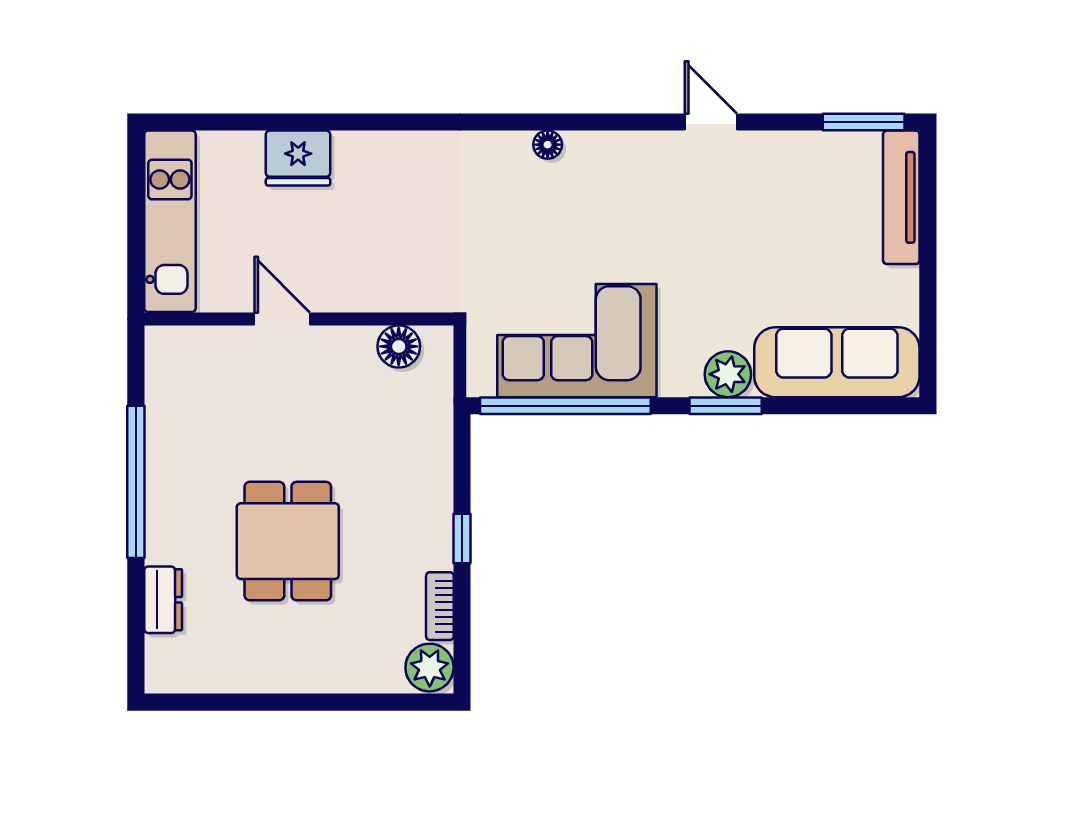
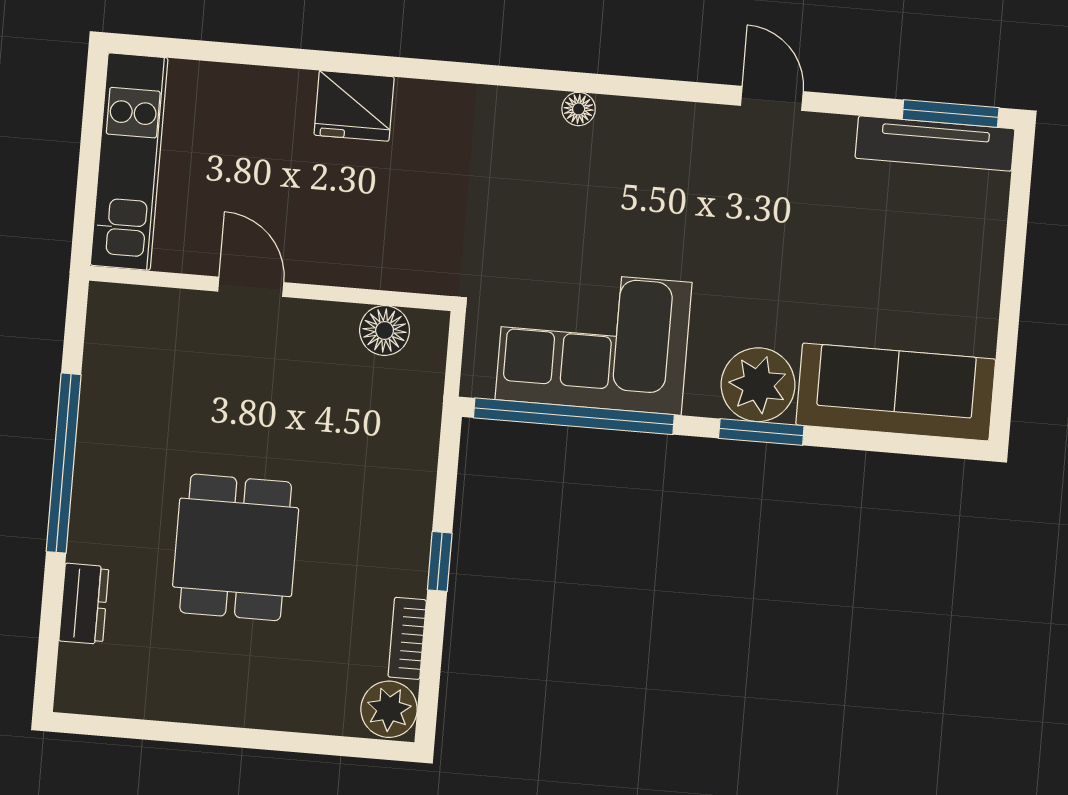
fridge: (298, 158) -> (354, 106), moved
tv unit: (901, 197) -> (935, 144), moved, turned -90
plant: (728, 374) -> (758, 385), width x1.36, depth x1.36

